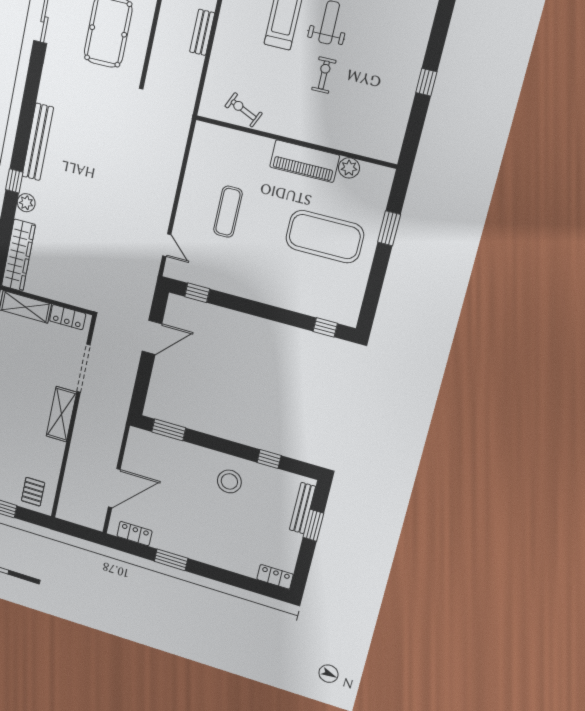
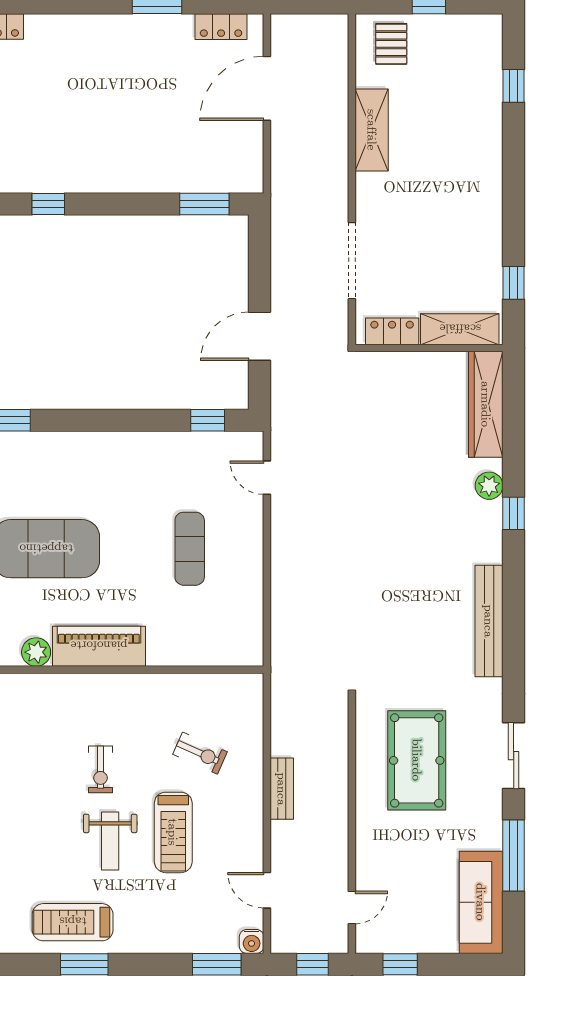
exercise bike: (244, 110) -> (200, 753), moved
bench: (38, 142) -> (489, 621), moved
shelving: (61, 414) -> (372, 130), moved
stool: (229, 481) -> (98, 152), removed

